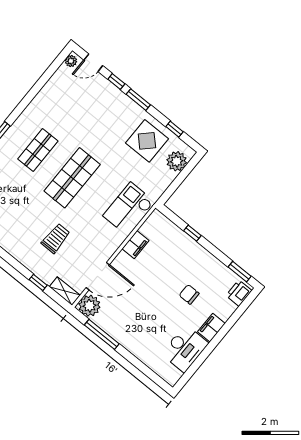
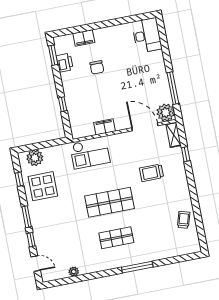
plant: (71, 61) -> (74, 272), moved
printer: (239, 293) -> (65, 63), moved, turned -90
filing cabinet: (211, 328) -> (84, 38), moved
desk: (185, 349) -> (147, 35), moved, turned 90

